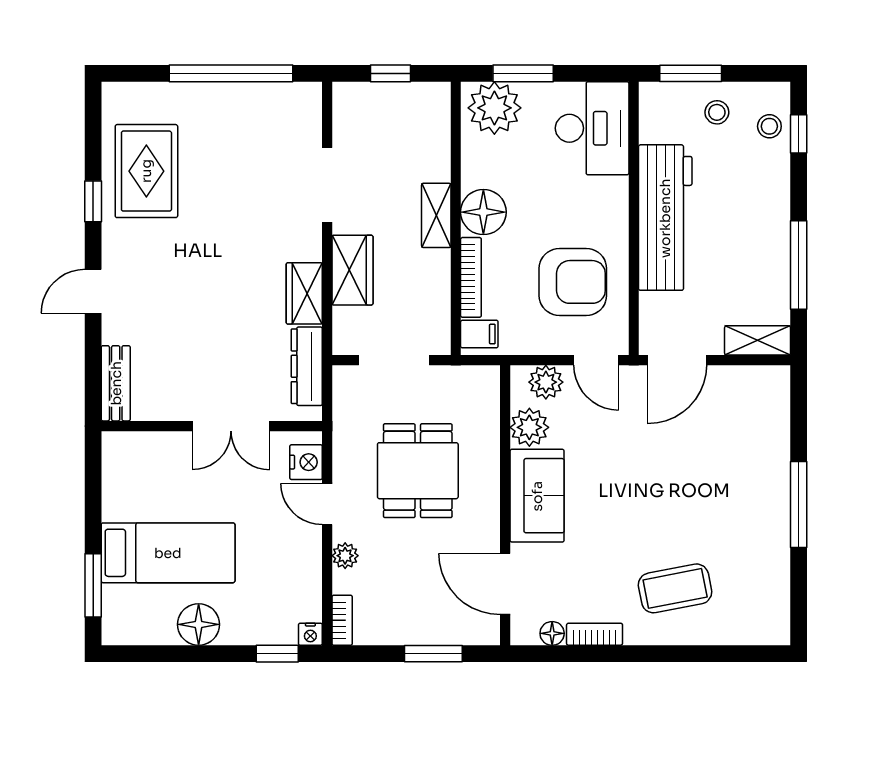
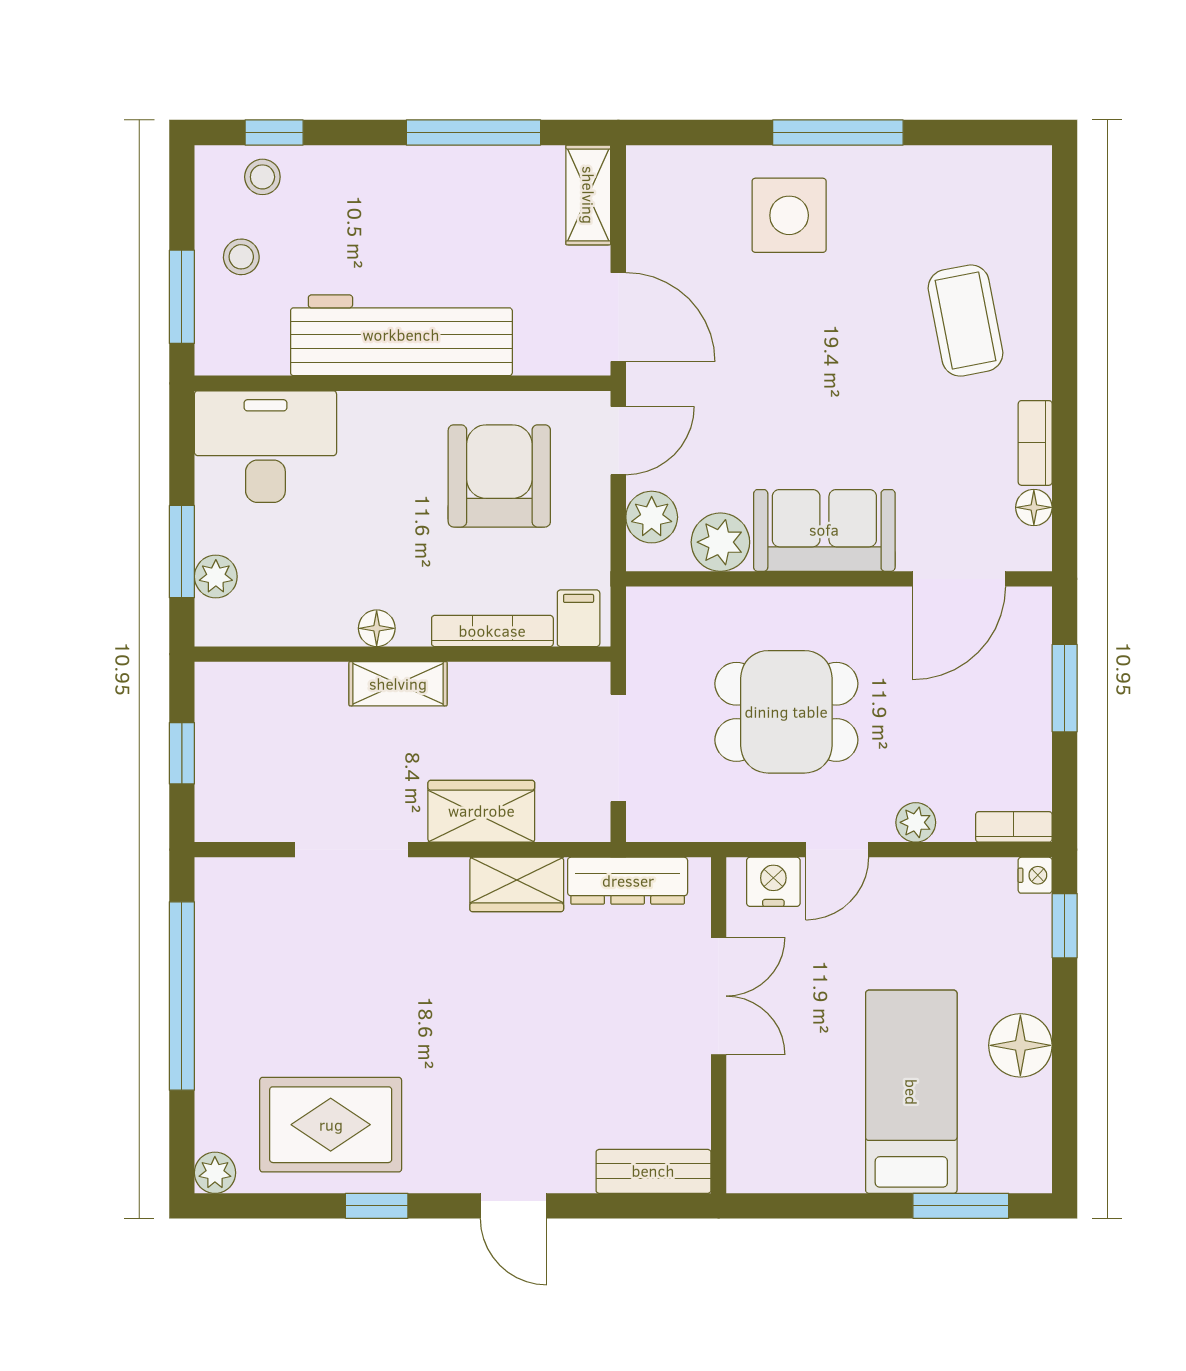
plant: (115, 95) -> (215, 1173), added
plant: (494, 108) -> (216, 577), width x0.53, depth x0.53
floor lamp: (483, 212) -> (377, 628), width x0.53, depth x0.53
side table: (744, 472) -> (789, 215), added

